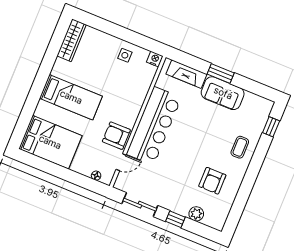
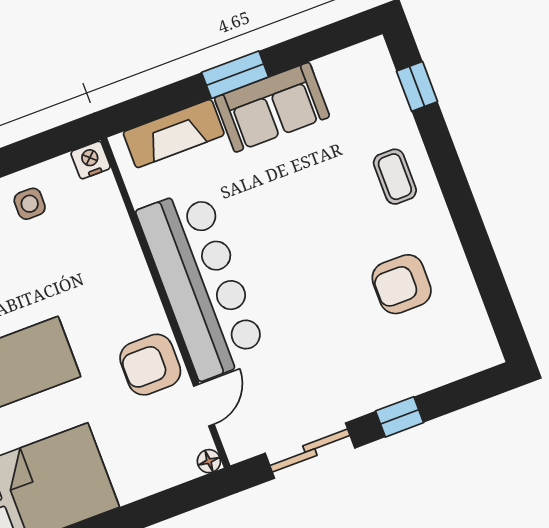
floor lamp: (96, 176) -> (209, 461), moved
armchair: (212, 181) -> (402, 284), turned 90
plant: (196, 214) -> (428, 372), removed

